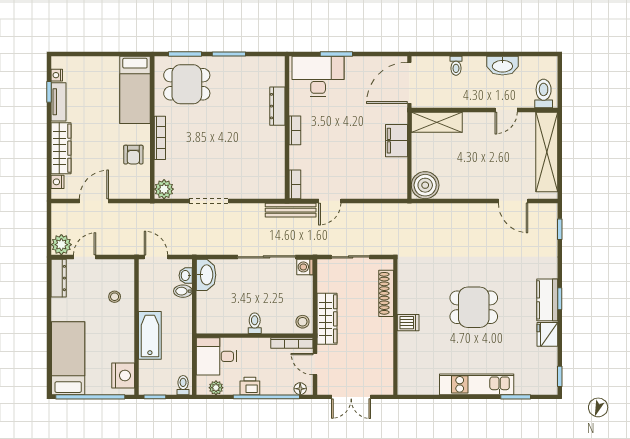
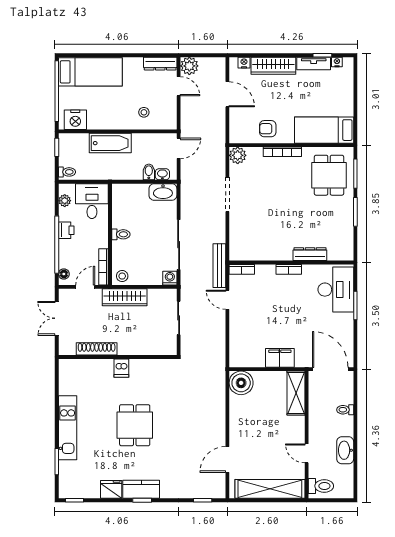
shoe rack: (386, 293) -> (97, 349), moved

